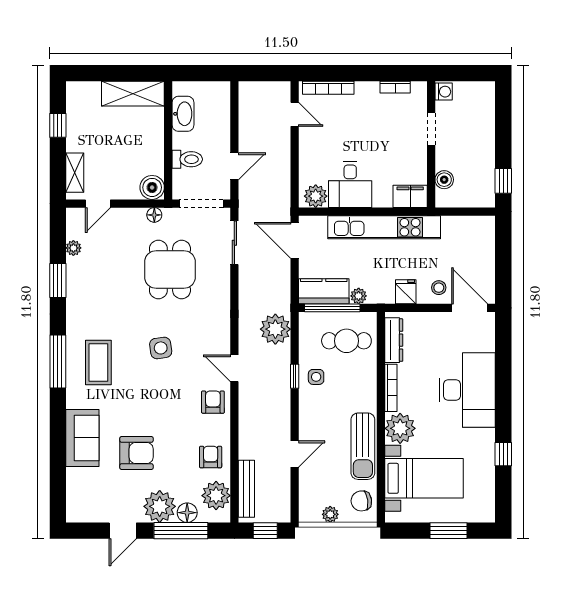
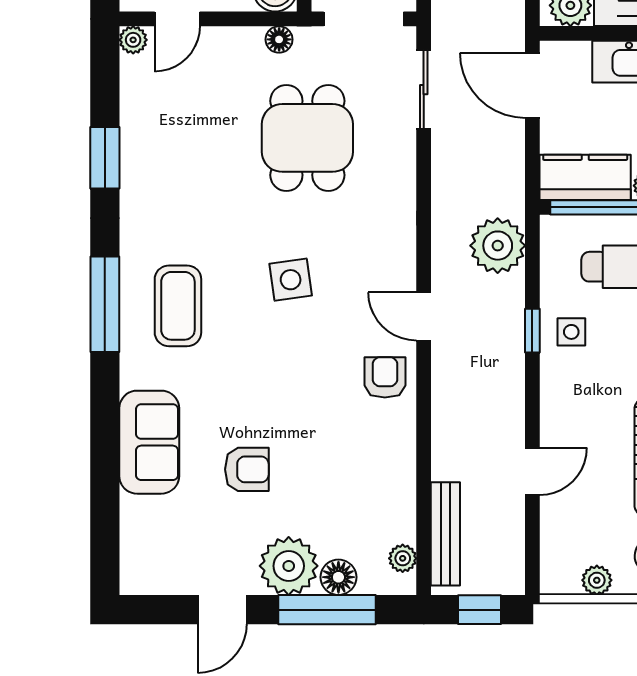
plant: (73, 248) -> (133, 40), moved
armchair: (136, 453) -> (247, 469), width x0.72, depth x0.72
armchair: (211, 457) -> (381, 477), removed
plant: (216, 496) -> (403, 558), width x0.53, depth x0.53

